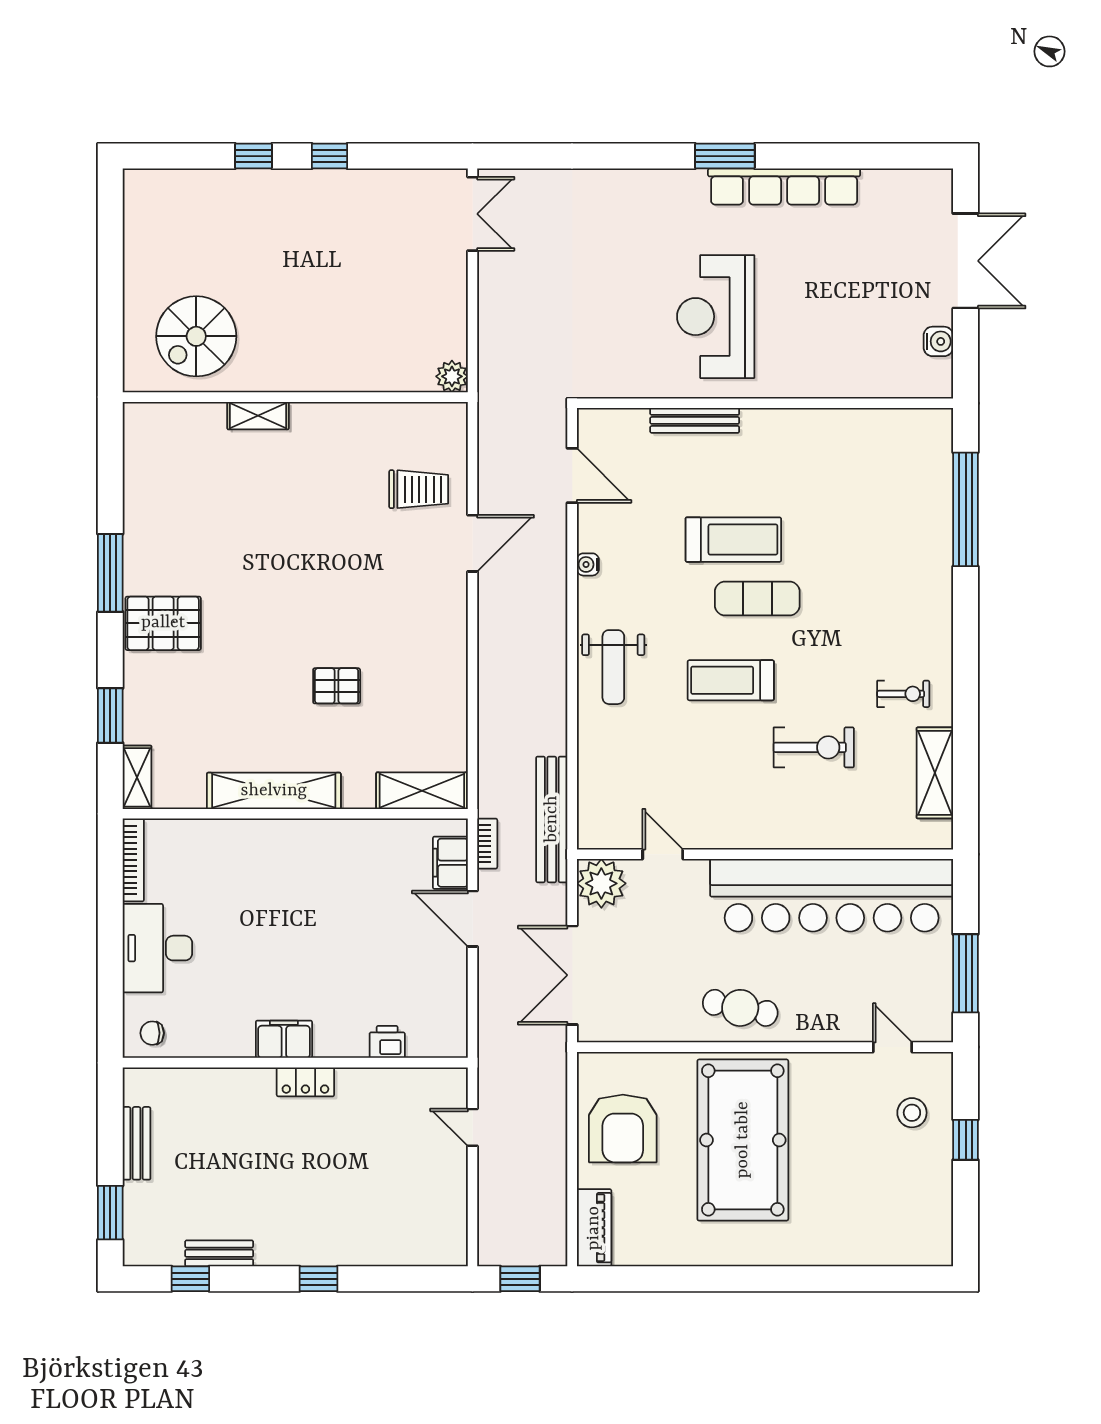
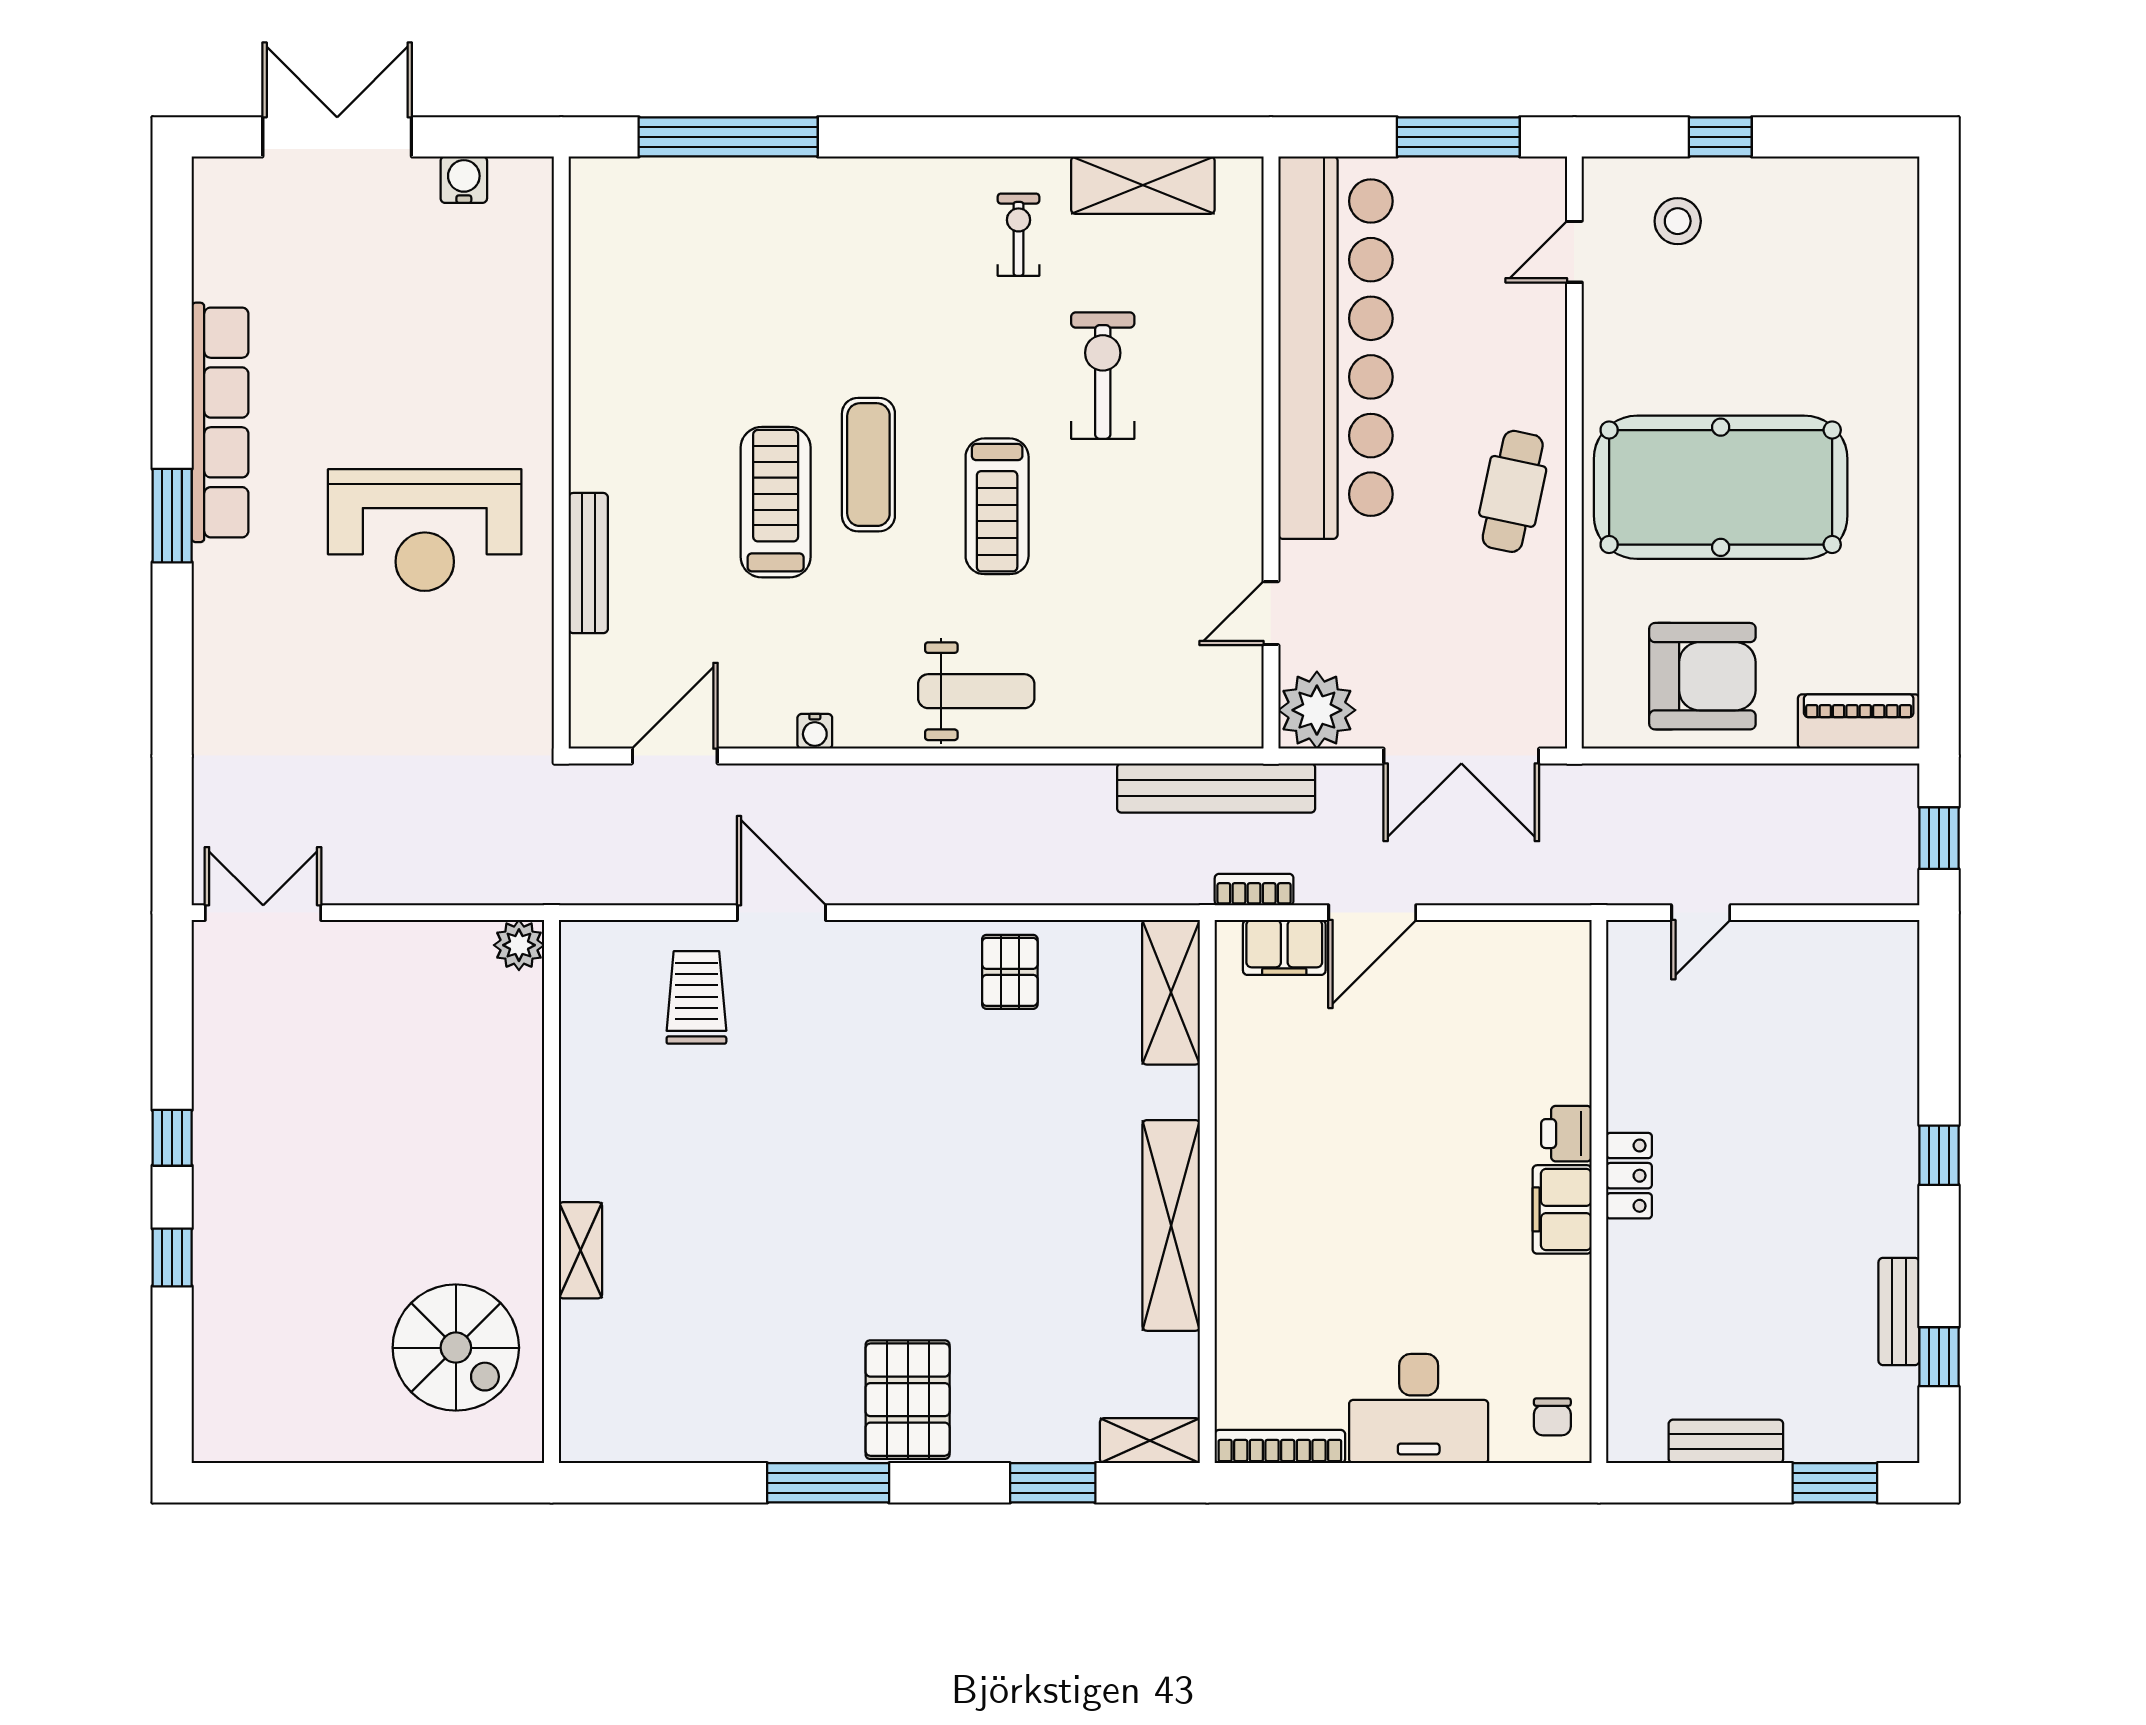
pallet: (337, 686) -> (1010, 972), moved
printer: (387, 1042) -> (1566, 1134), moved

